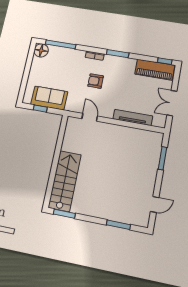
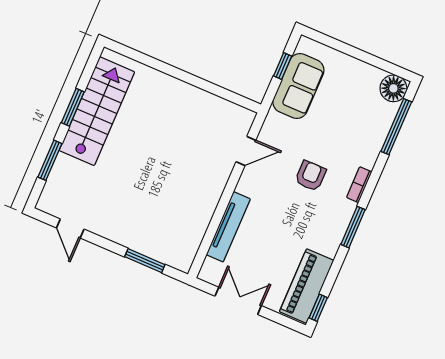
stairs: (65, 181) -> (97, 111), moved, turned -90
window: (64, 214) -> (73, 107), moved

